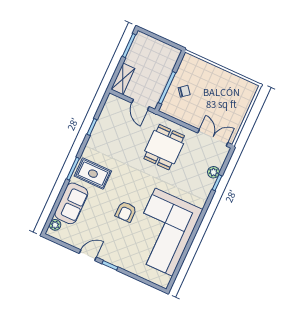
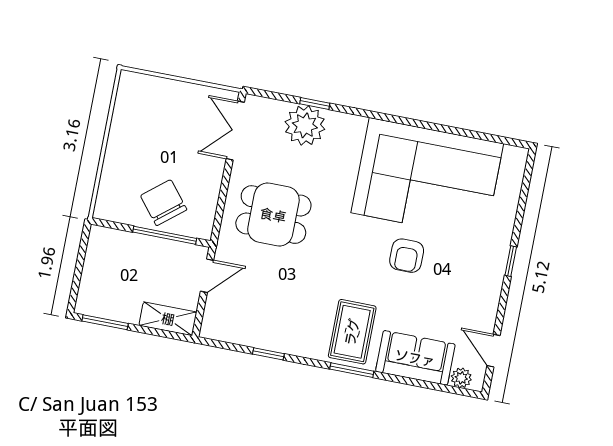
chair: (184, 91) -> (164, 203), width x1.87, depth x1.87
plant: (213, 172) -> (305, 125), width x1.87, depth x1.87
armchair: (126, 212) -> (407, 256), turned 90
door: (88, 255) -> (493, 351), moved

